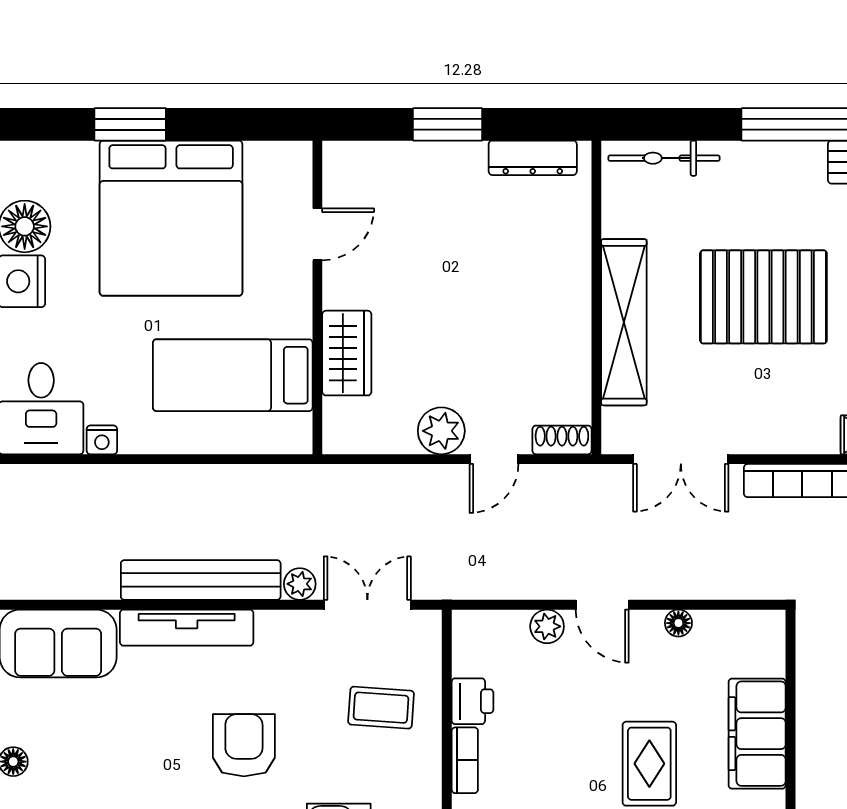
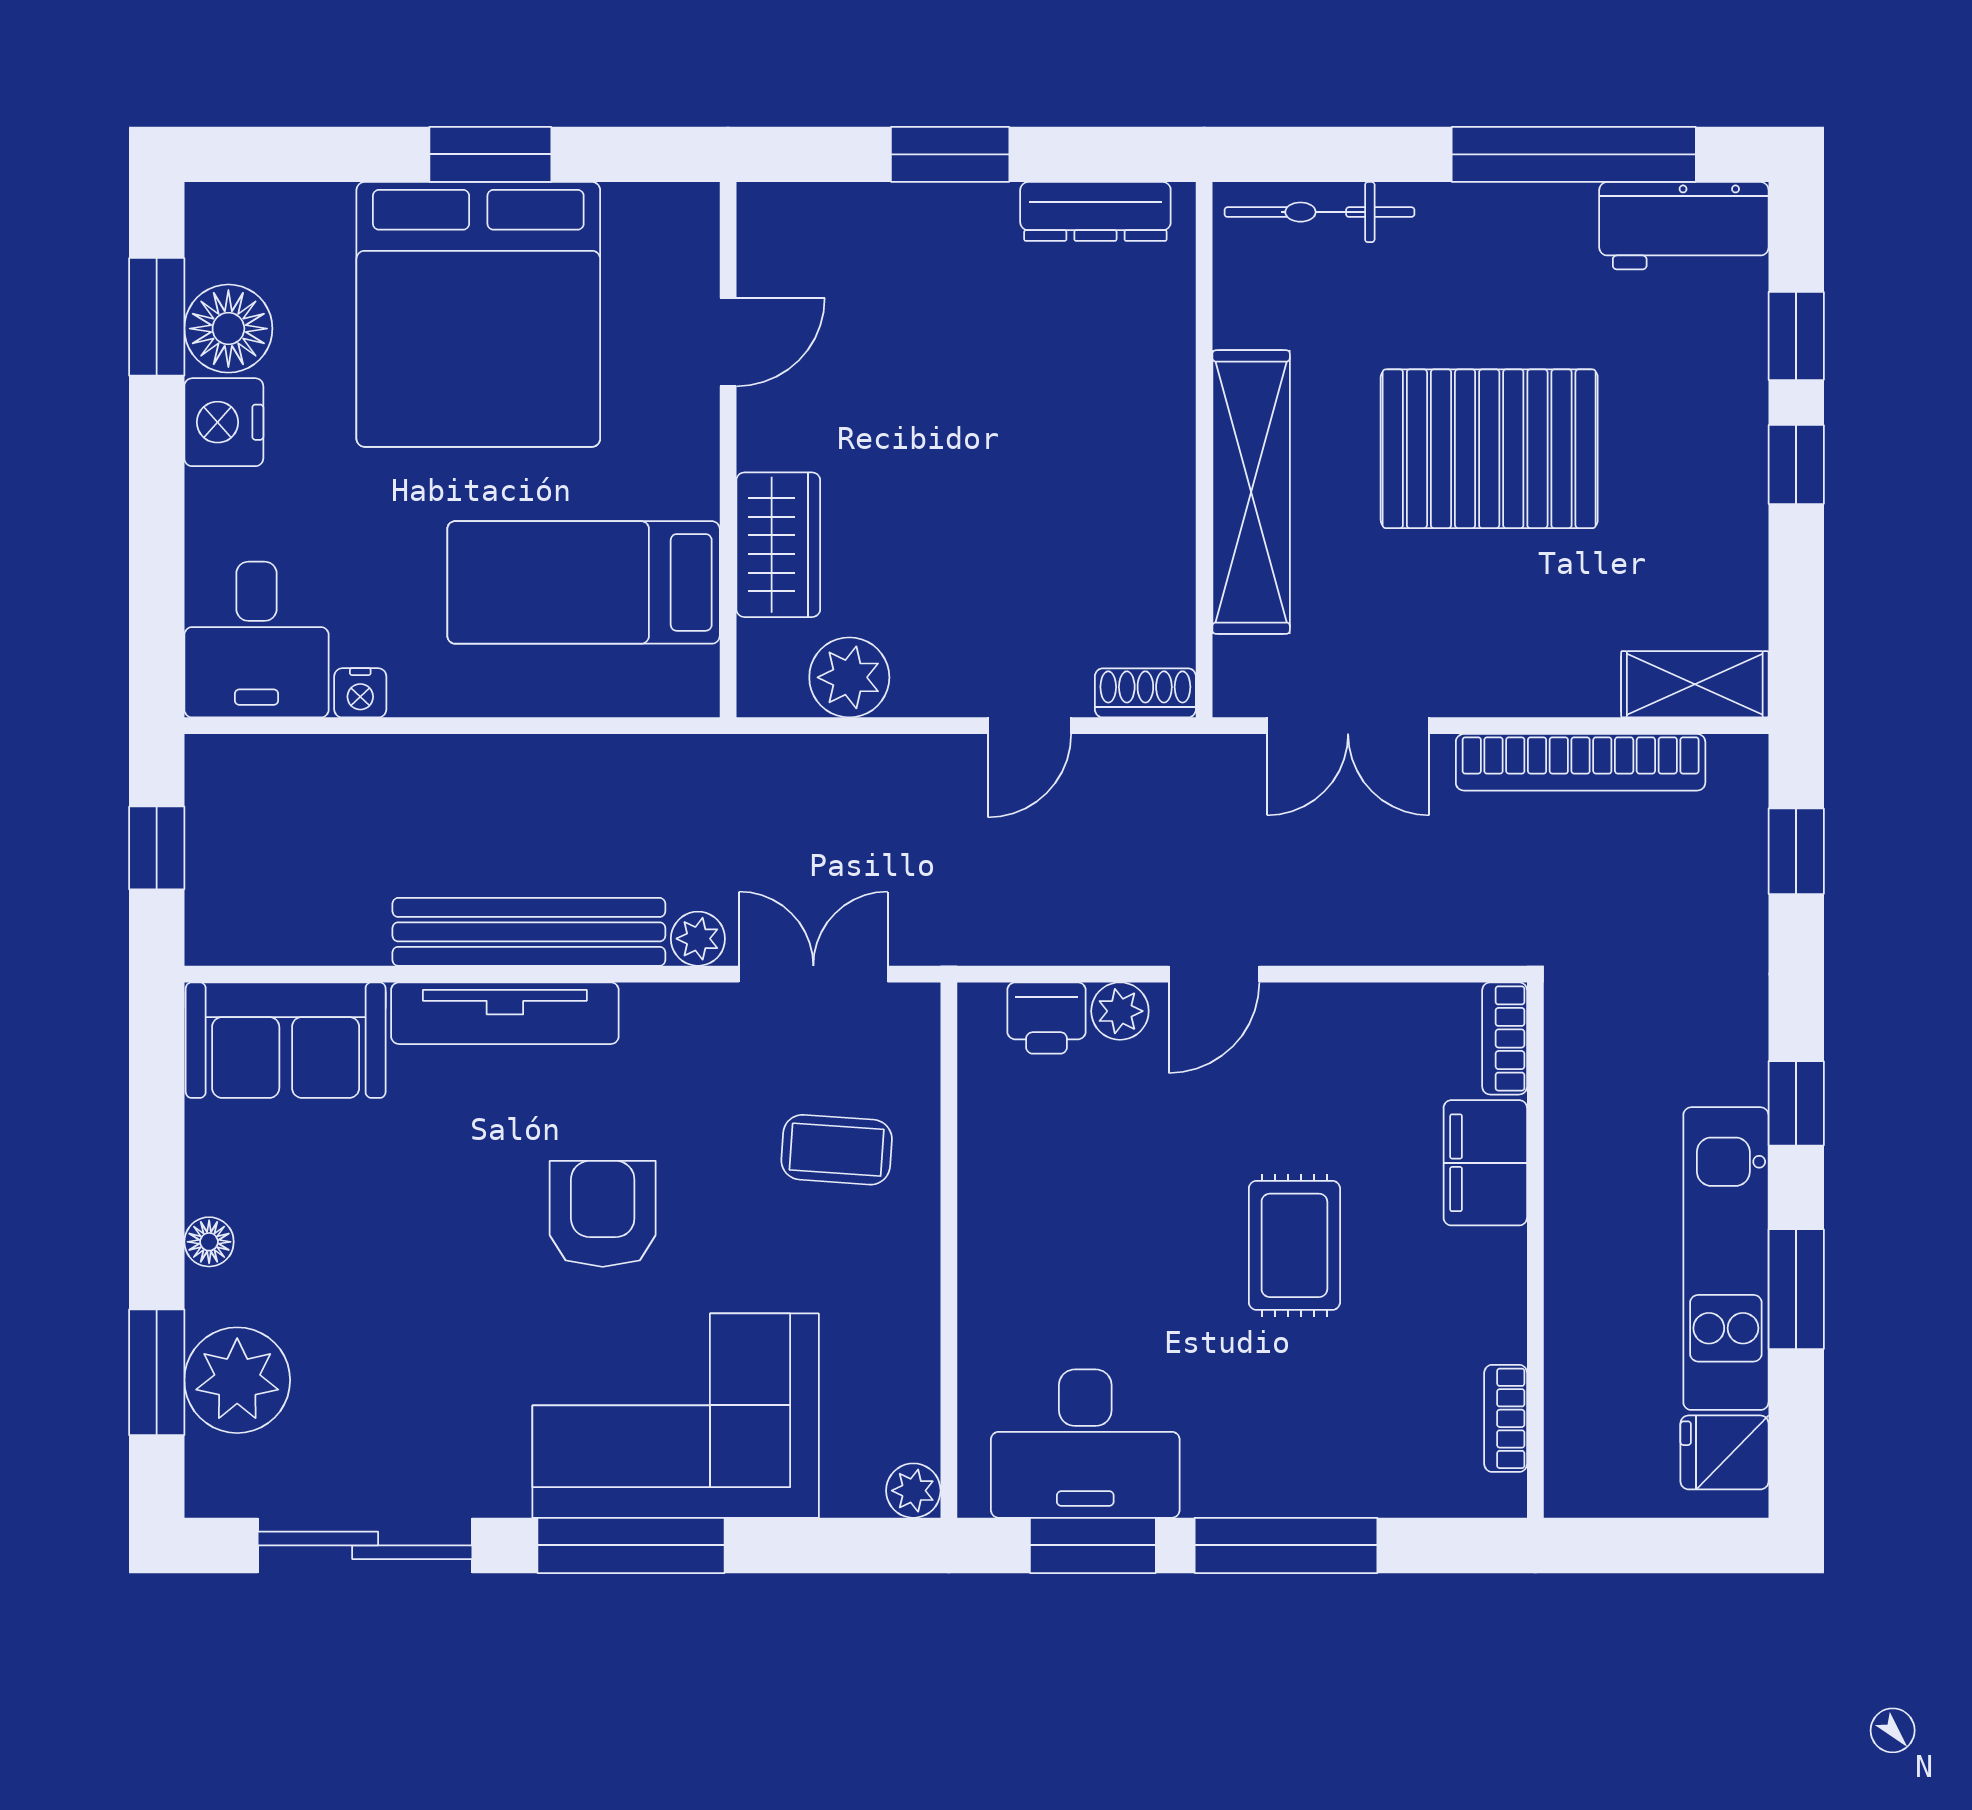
window: (130, 124) -> (490, 154), moved
plant: (441, 431) -> (849, 677), moved
door: (602, 605) -> (1214, 974), hinge flipped
floor lamp: (678, 623) -> (1344, 1005), removed
printer: (473, 701) -> (1047, 1018), moved, turned 90
filing cabinet: (757, 734) -> (1485, 1163), width x0.67, depth x0.86
bookcase: (465, 760) -> (1505, 1038), moved, turned 180

